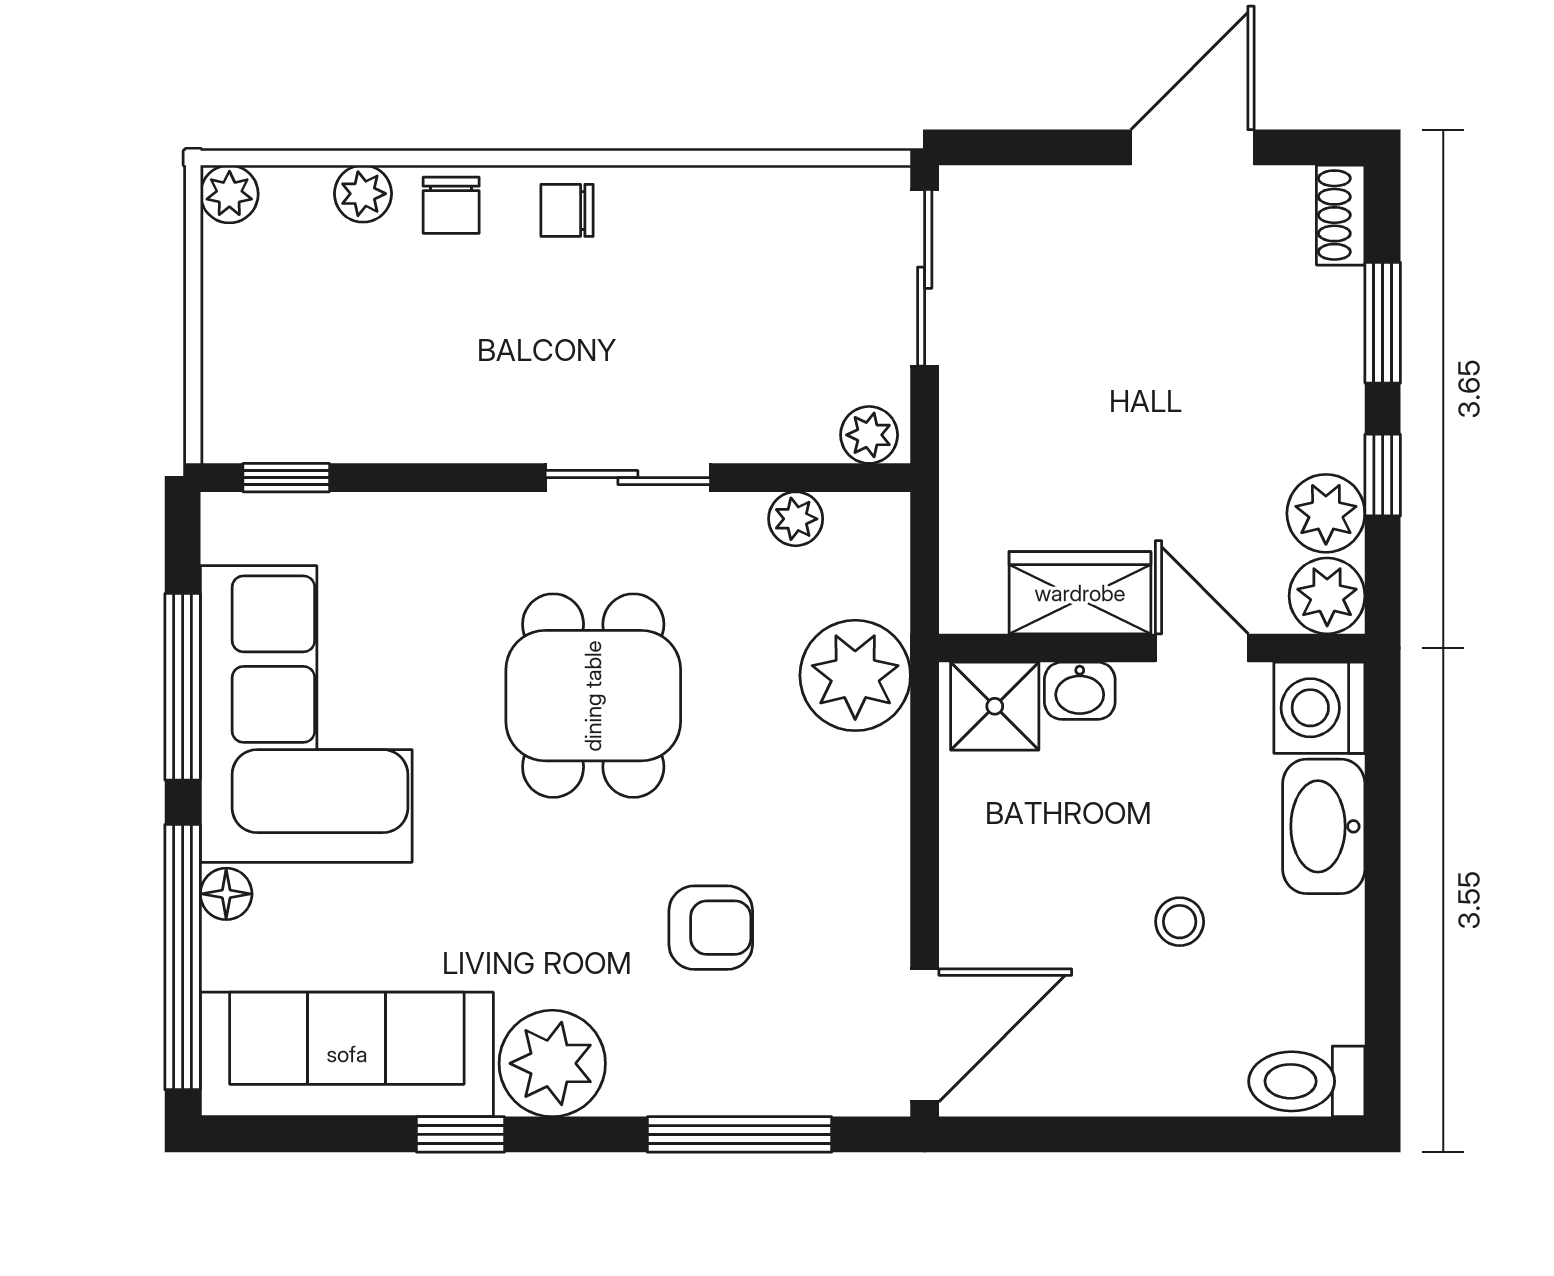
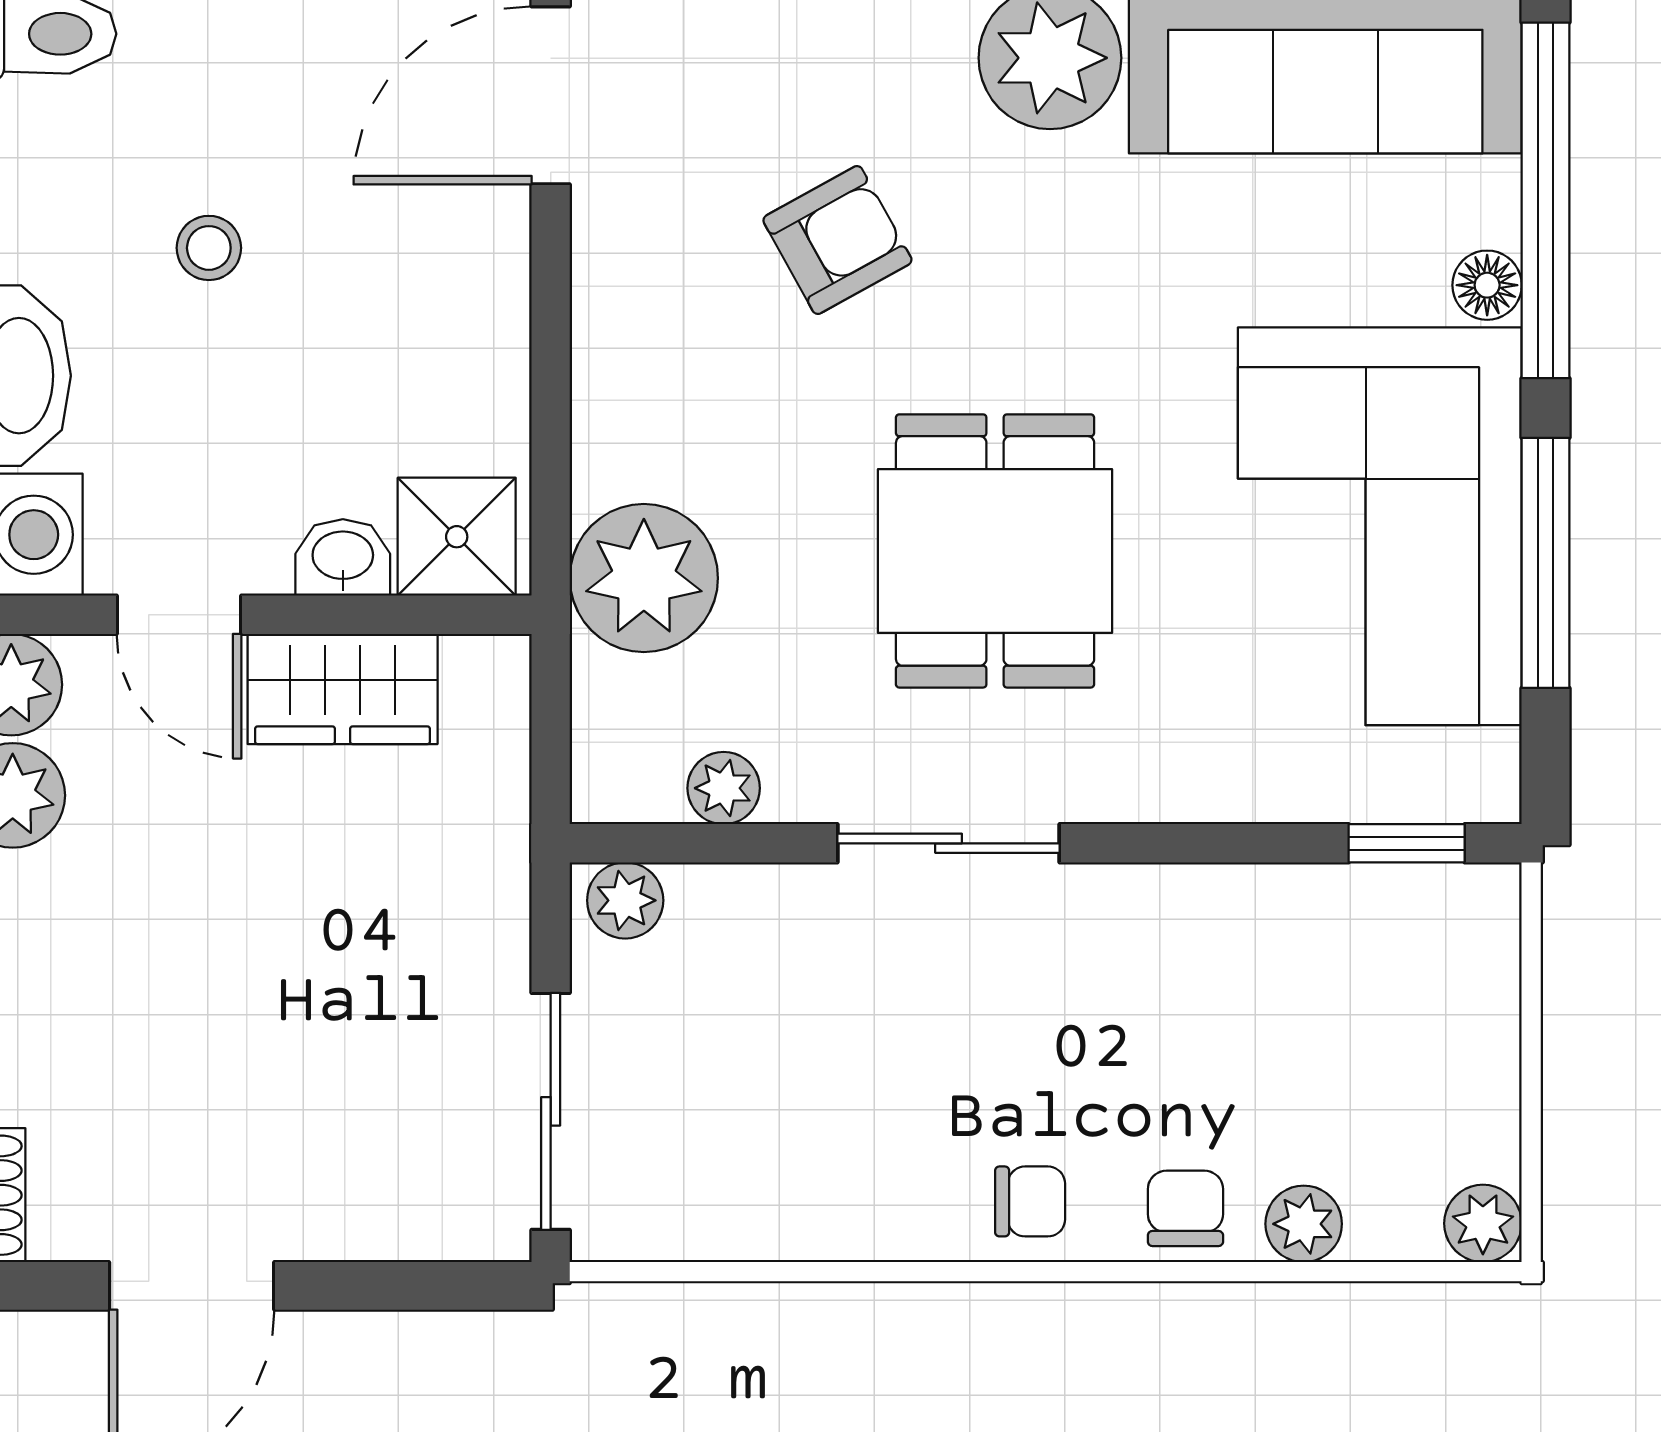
armchair: (711, 928) -> (837, 240), turned 151

